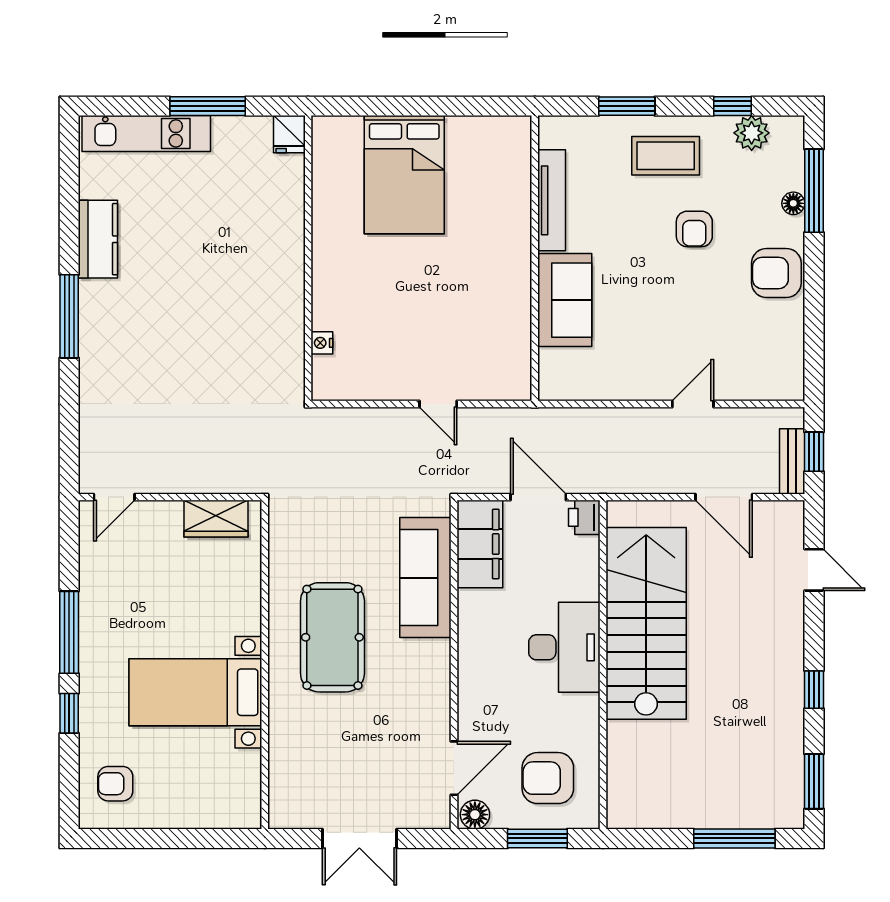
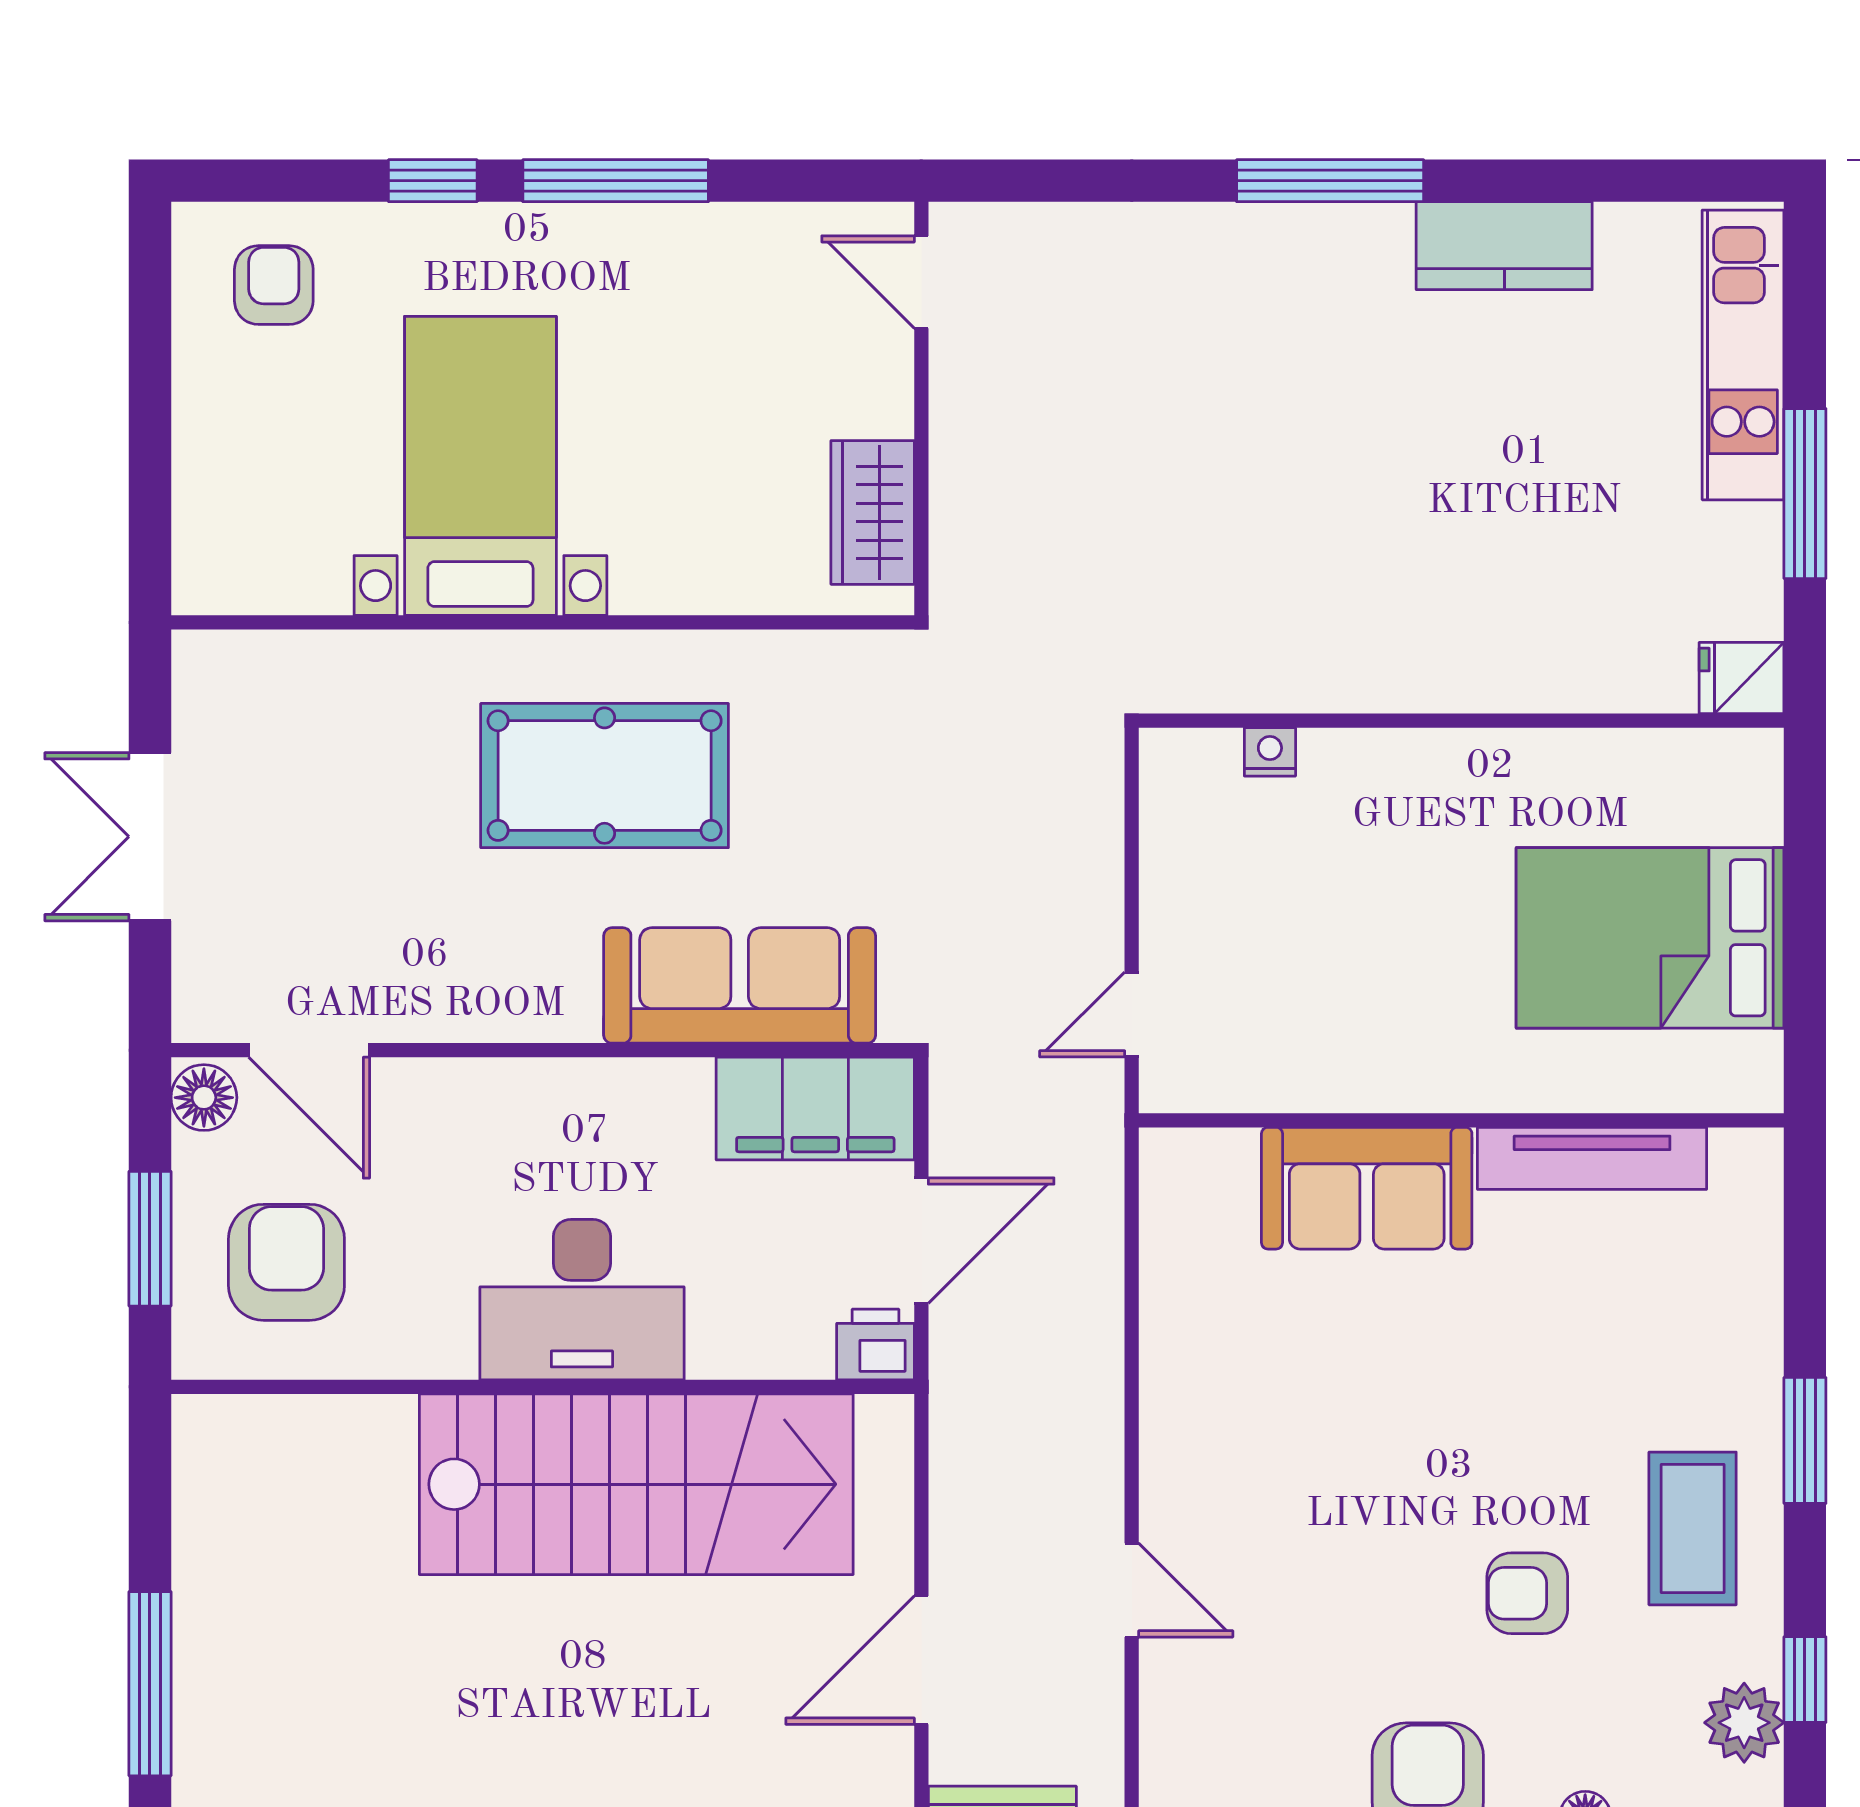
tv unit: (552, 200) -> (1592, 1158), moved
wall: (535, 258) -> (1461, 1120), moved
sofa: (565, 300) -> (1367, 1188), moved

